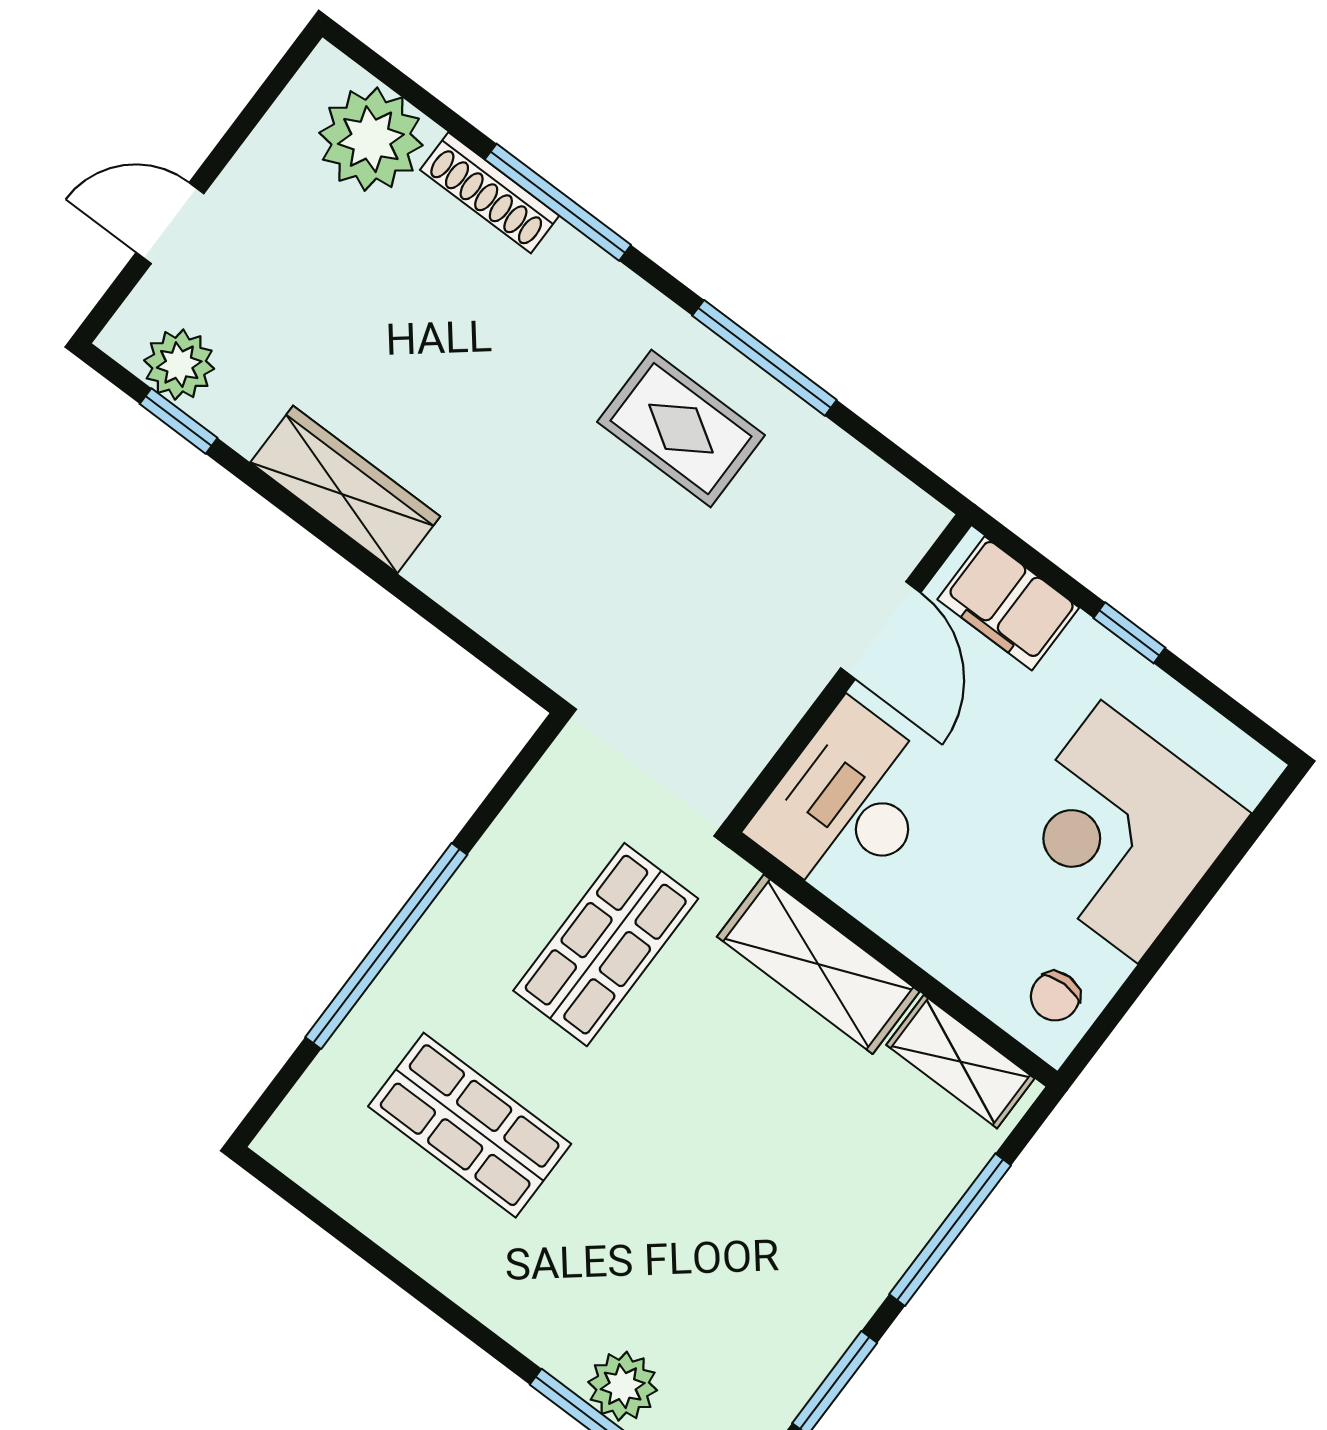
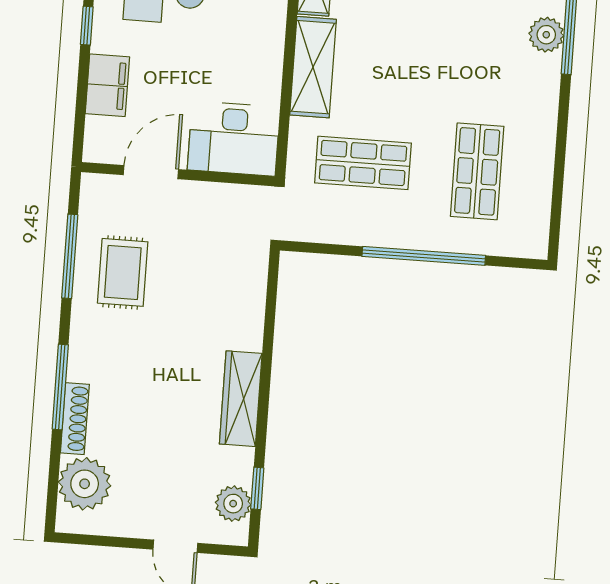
door: (881, 630) -> (151, 172), moved
wall: (848, 673) -> (178, 174), moved
desk: (848, 804) -> (234, 138), moved

